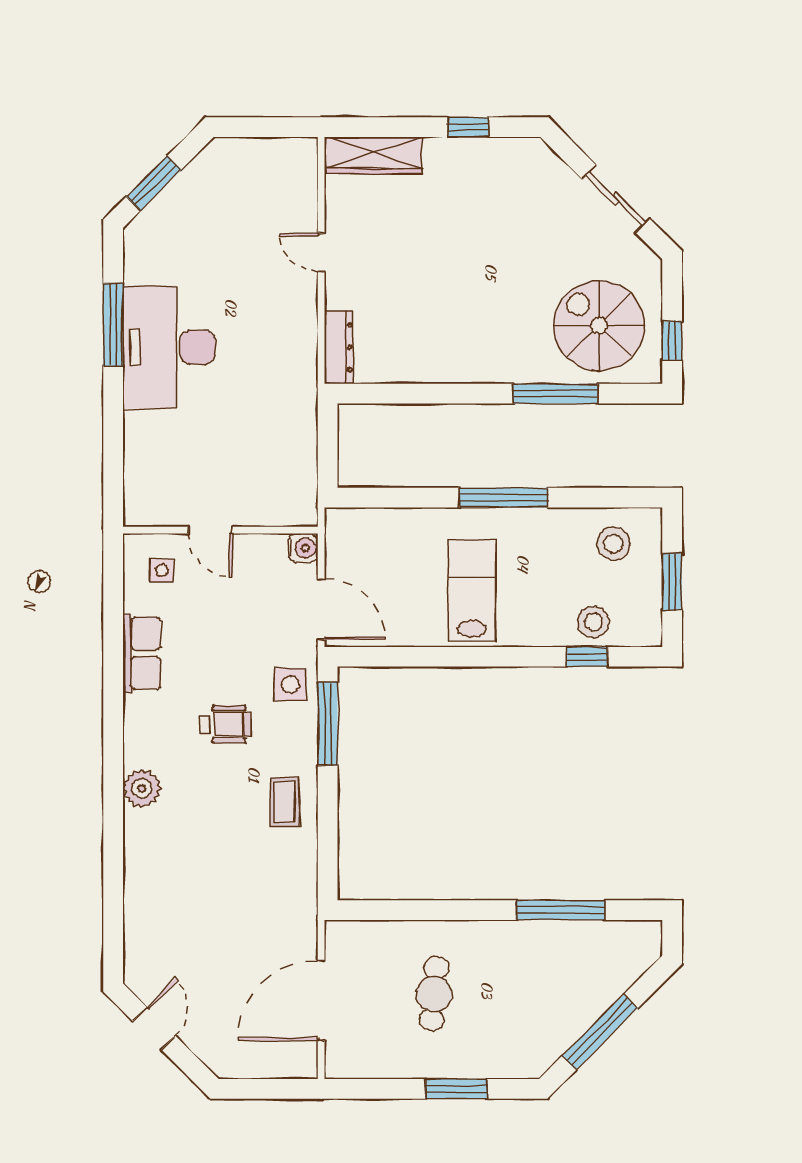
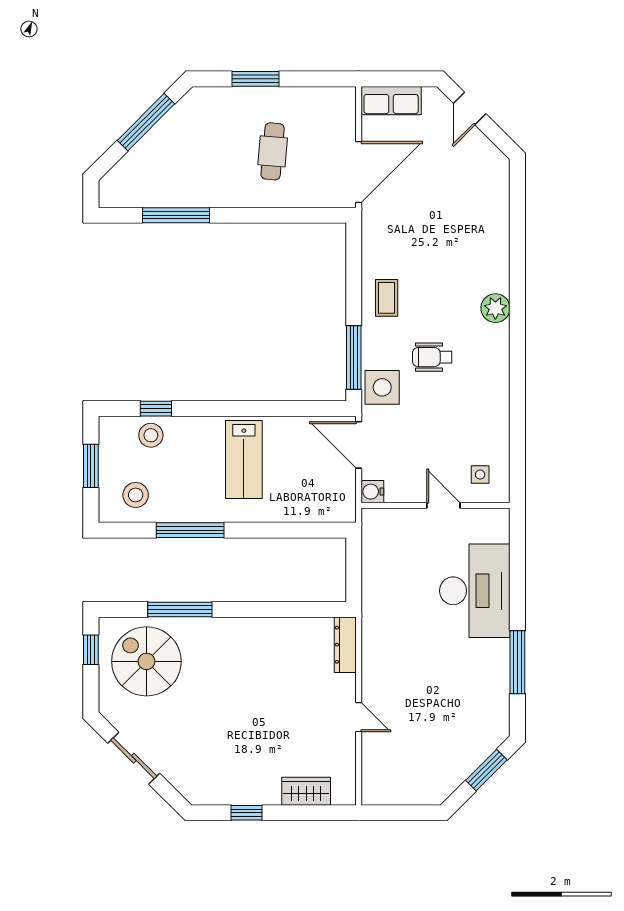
wardrobe: (374, 155) -> (306, 791), width x0.67
spiral stairs: (599, 326) -> (146, 661), turned 180
desk: (169, 347) -> (475, 591), moved
window: (504, 498) -> (190, 530), moved
row of seats: (142, 653) -> (391, 101), moved, turned -90
side table: (290, 685) -> (382, 387), width x1.37, depth x1.37
door: (321, 1000) -> (359, 172), moved
door: (154, 1029) -> (470, 108), moved

